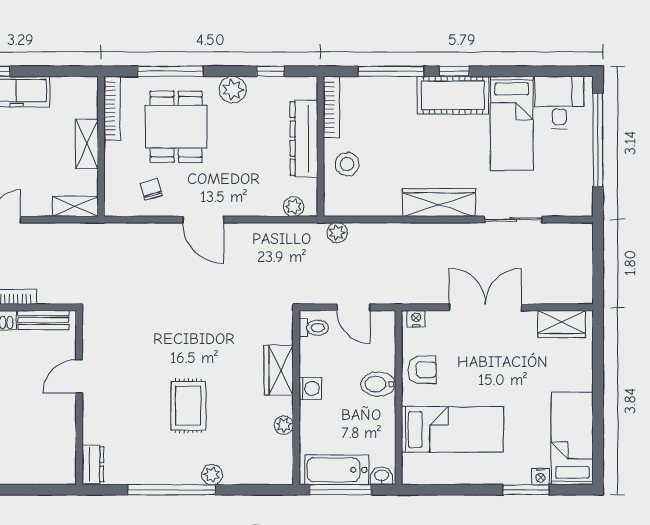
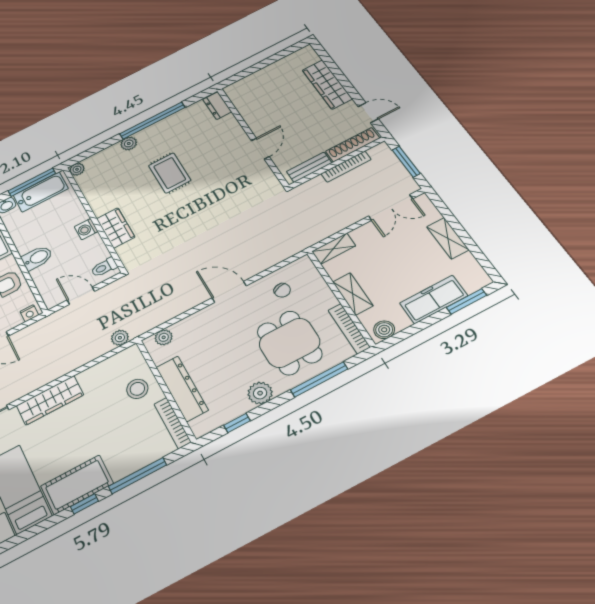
boiler: (81, 87) -> (384, 330), added
plant: (284, 425) -> (77, 169), moved

